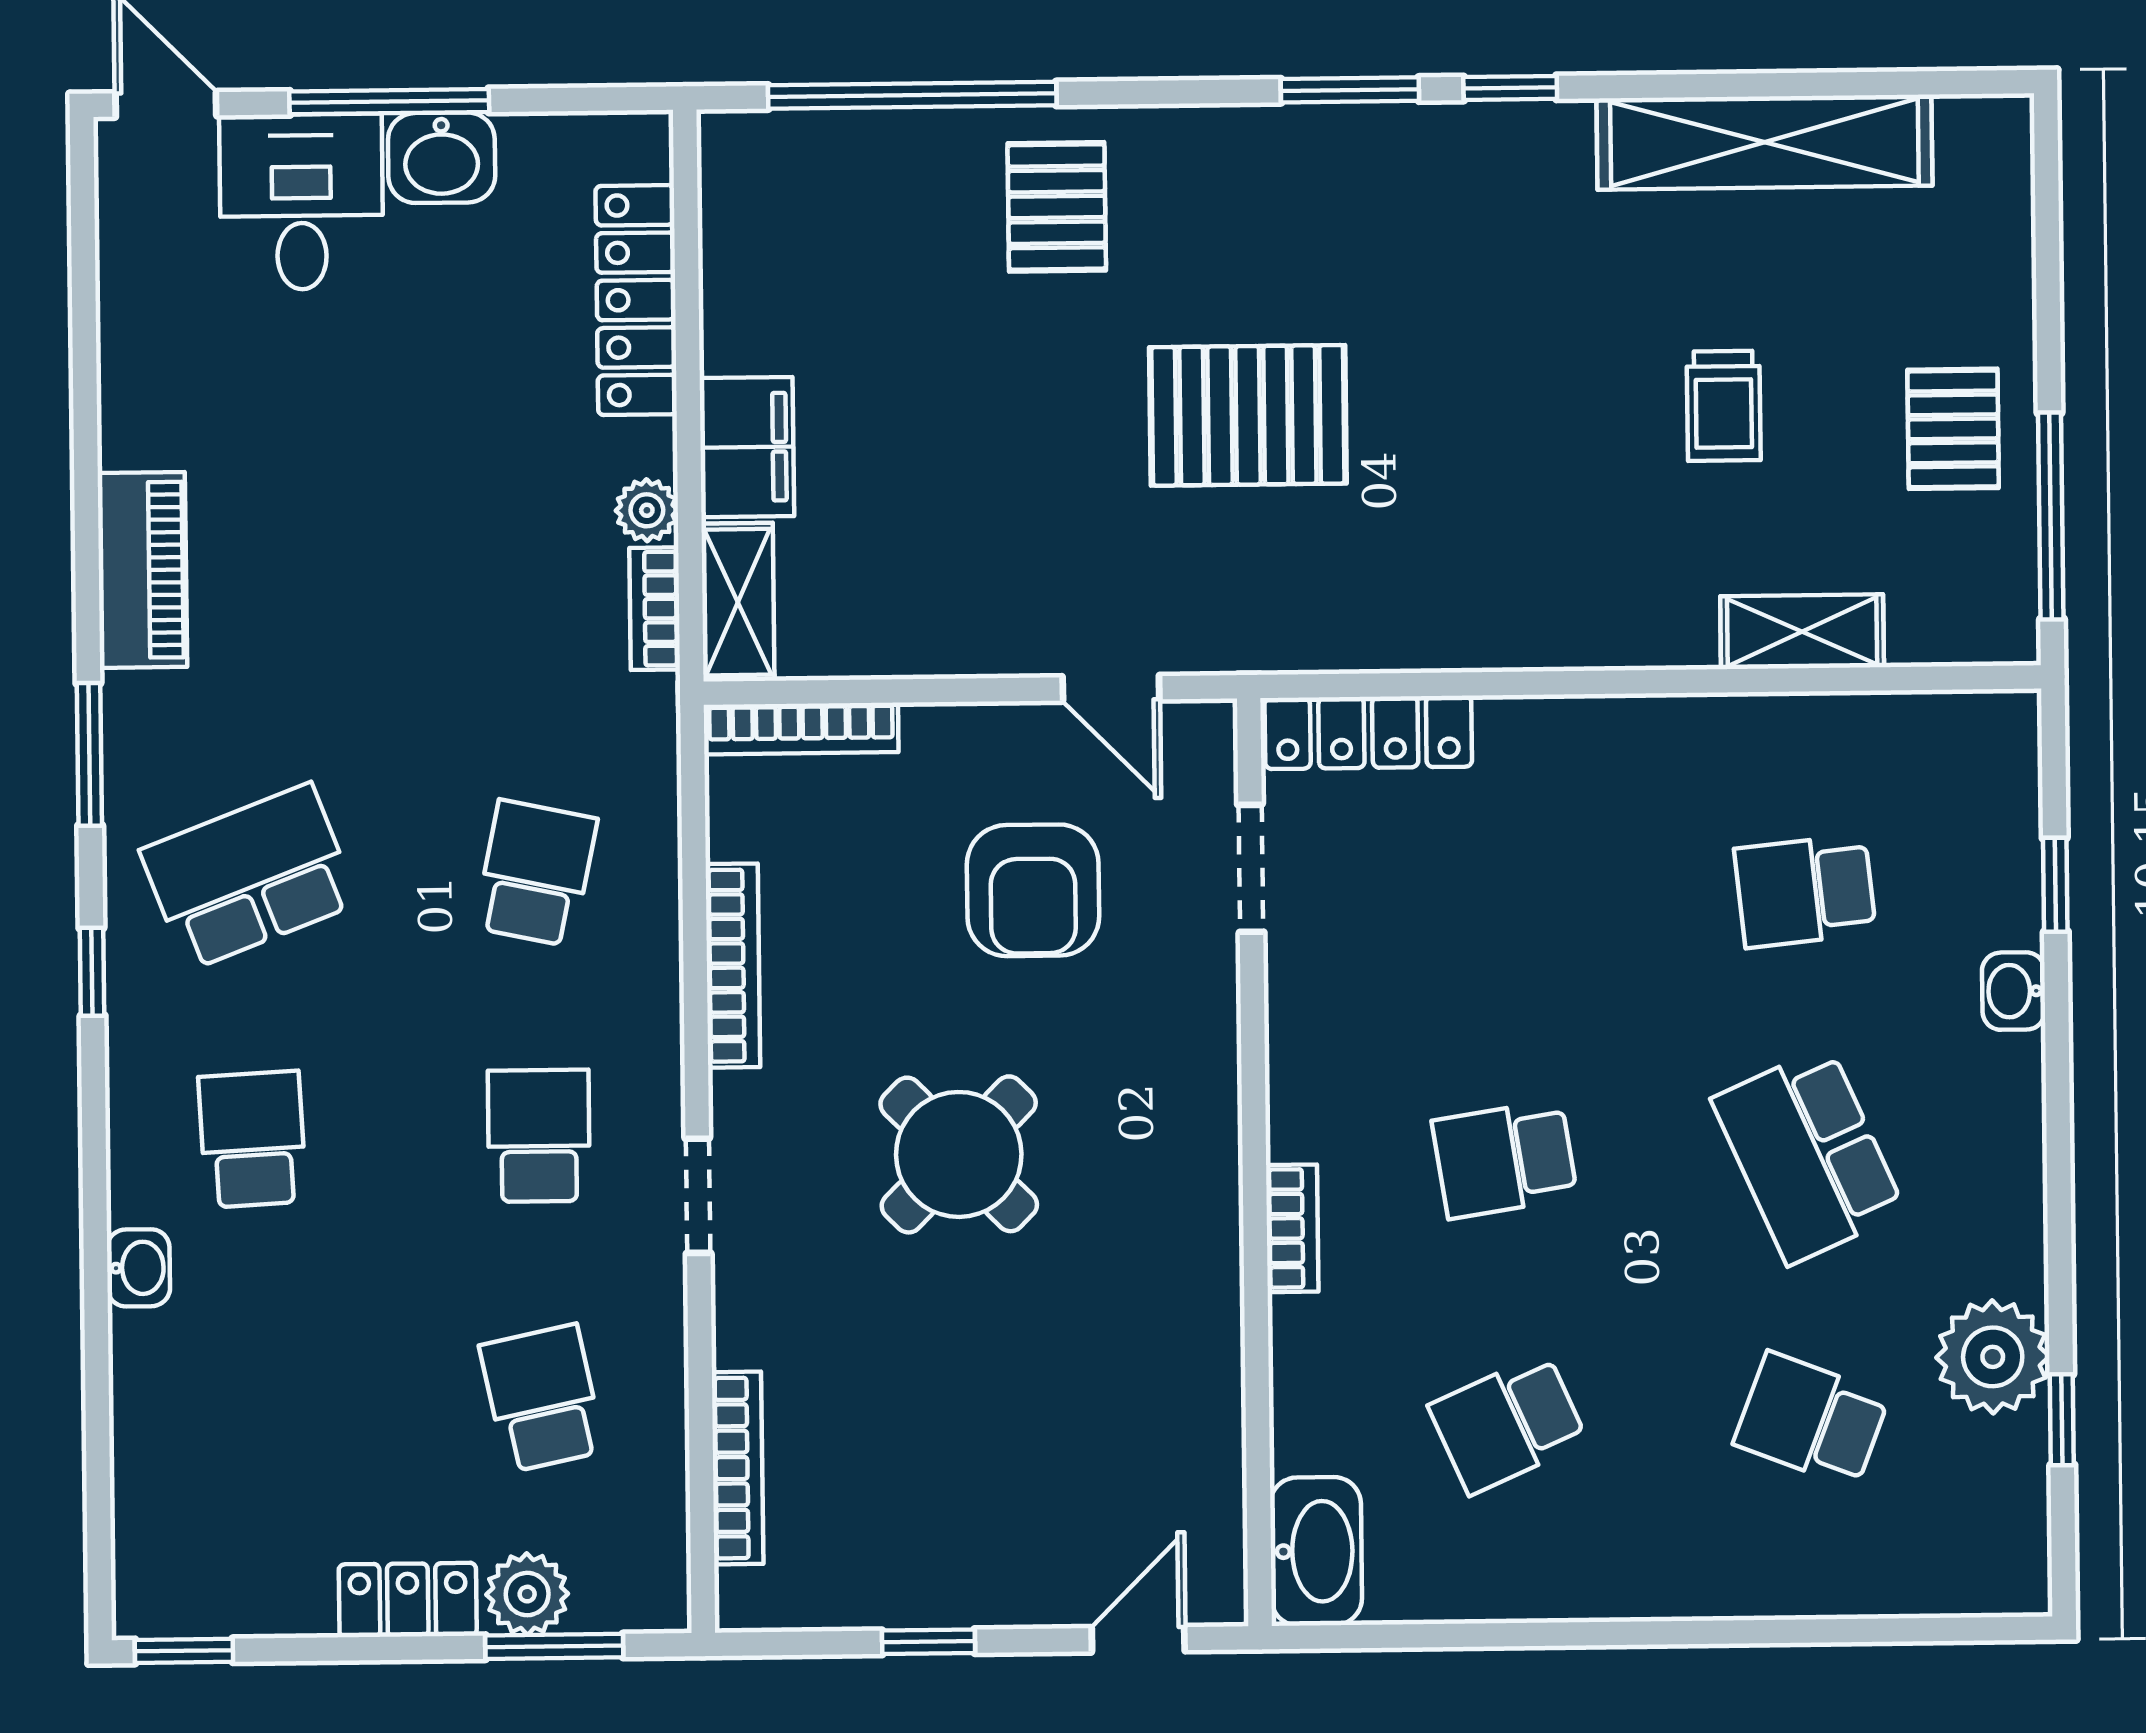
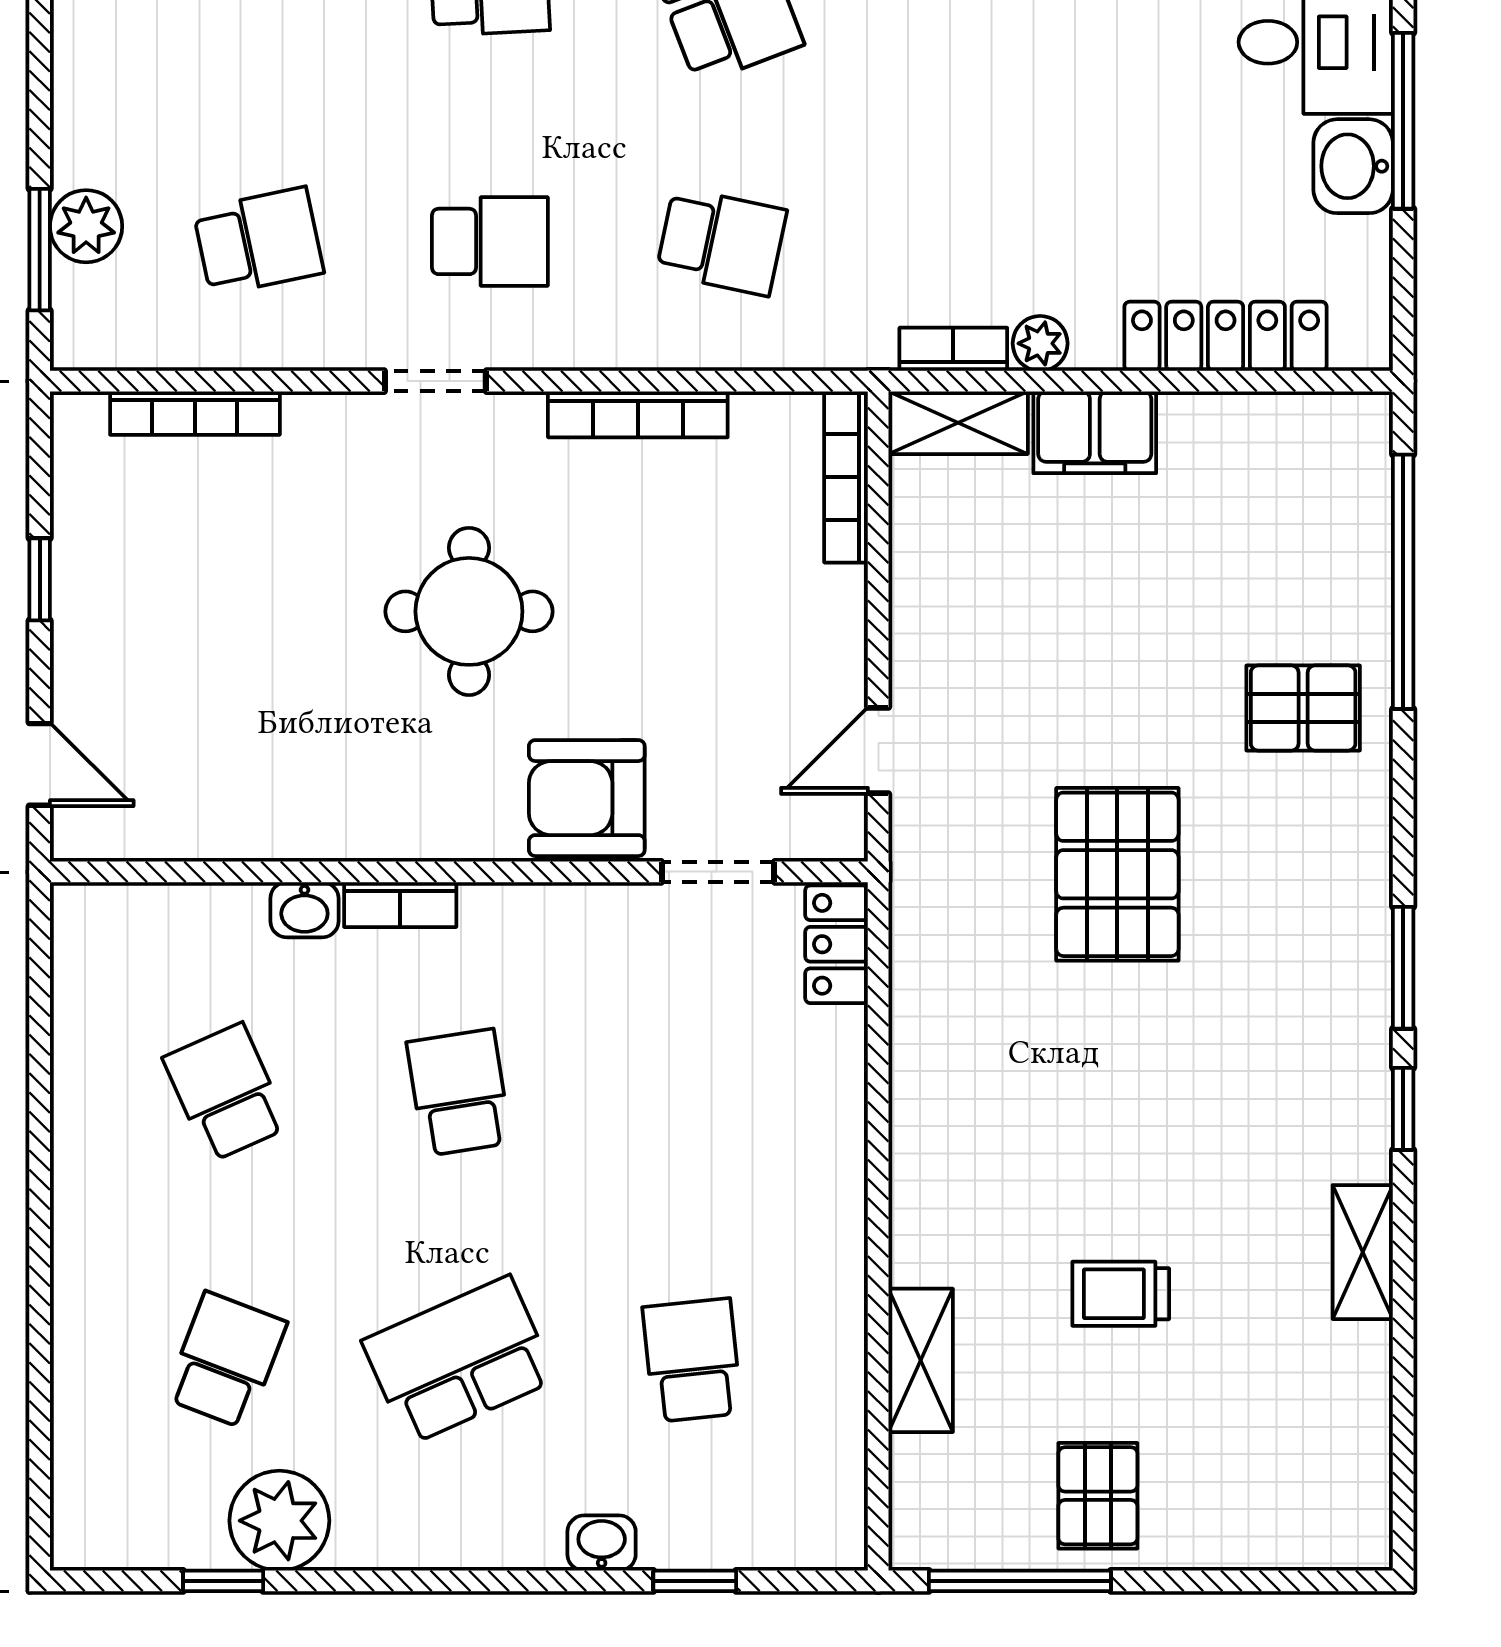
shelving: (1764, 142) -> (1363, 1252), width x0.45, depth x0.75
pallet: (1953, 429) -> (1098, 1496), turned 90
locker: (1368, 732) -> (837, 944), width x0.66
armchair: (1033, 890) -> (587, 798), moved
round table: (959, 1154) -> (469, 611), turned 45
washbasin: (1316, 1551) -> (304, 910), moved, width x0.52, depth x0.69
locker: (408, 1600) -> (82, 121), removed

